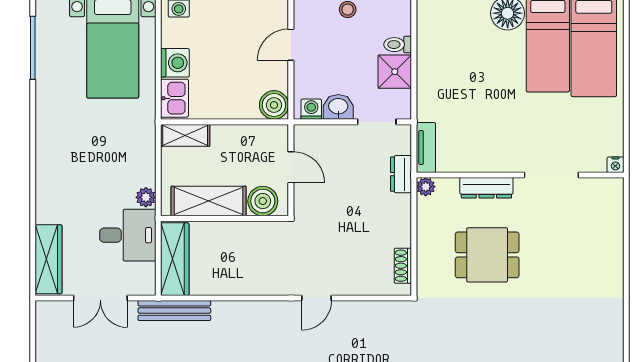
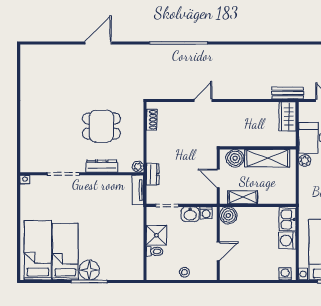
shelving: (185, 135) -> (243, 197), moved
wardrobe: (175, 259) -> (287, 116), width x0.67
bench: (174, 311) -> (288, 93), width x0.73

